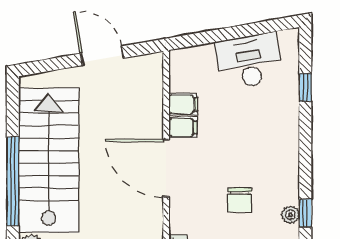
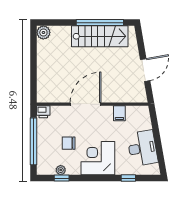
filing cabinet: (183, 127) -> (107, 113), removed
corner desk: (268, 145) -> (98, 158), added
stairs: (49, 160) -> (100, 36), width x0.73, depth x0.66
window: (13, 181) -> (100, 23), moved

